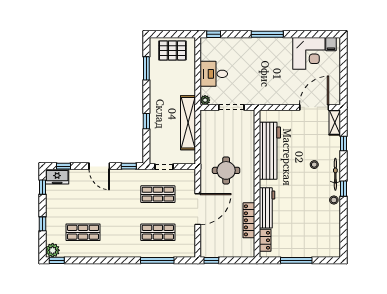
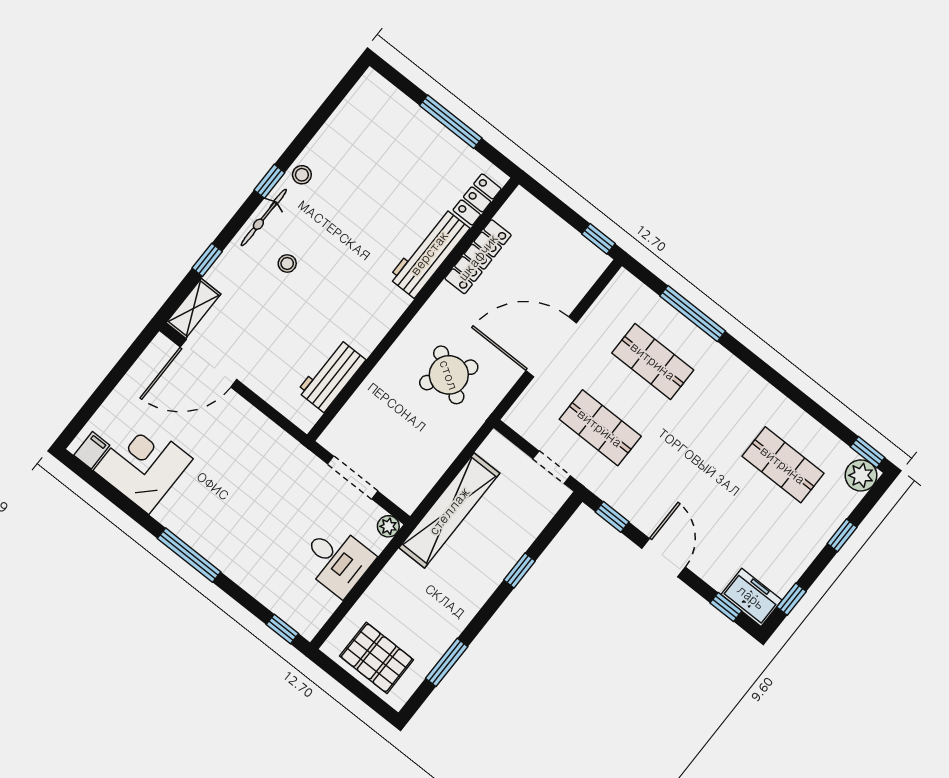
workbench: (270, 151) -> (331, 375), width x0.53, depth x0.76
round table: (226, 170) -> (449, 375), turned 32

